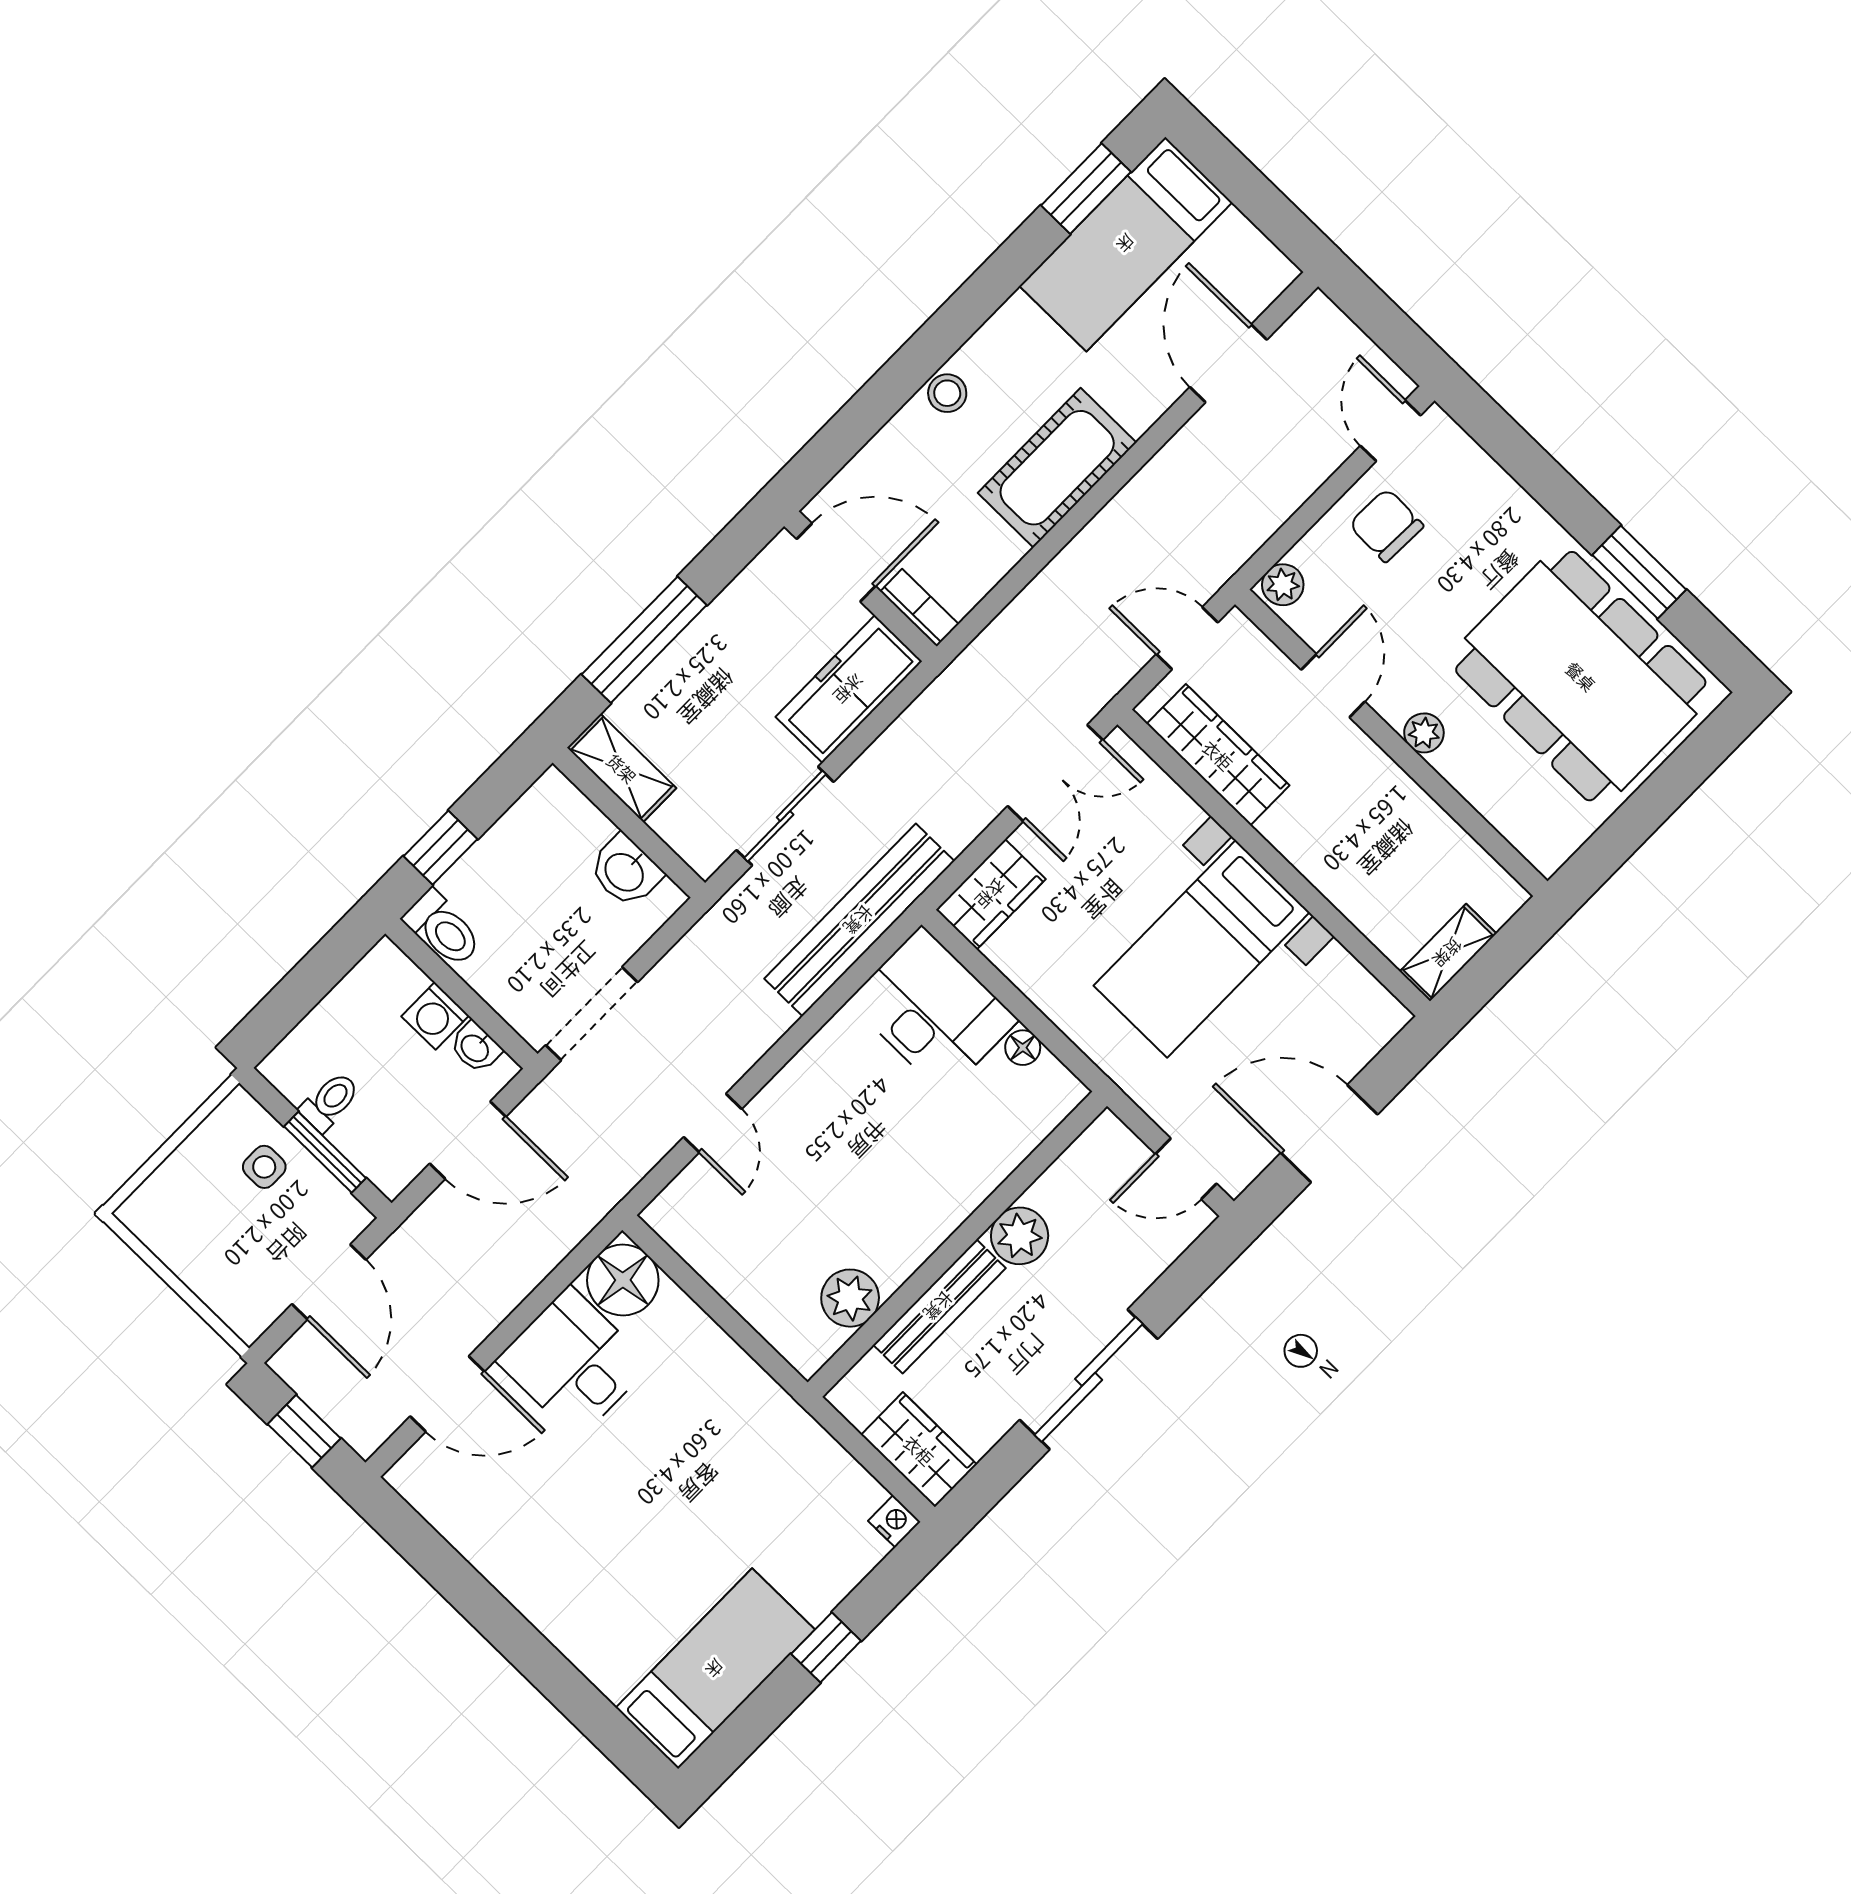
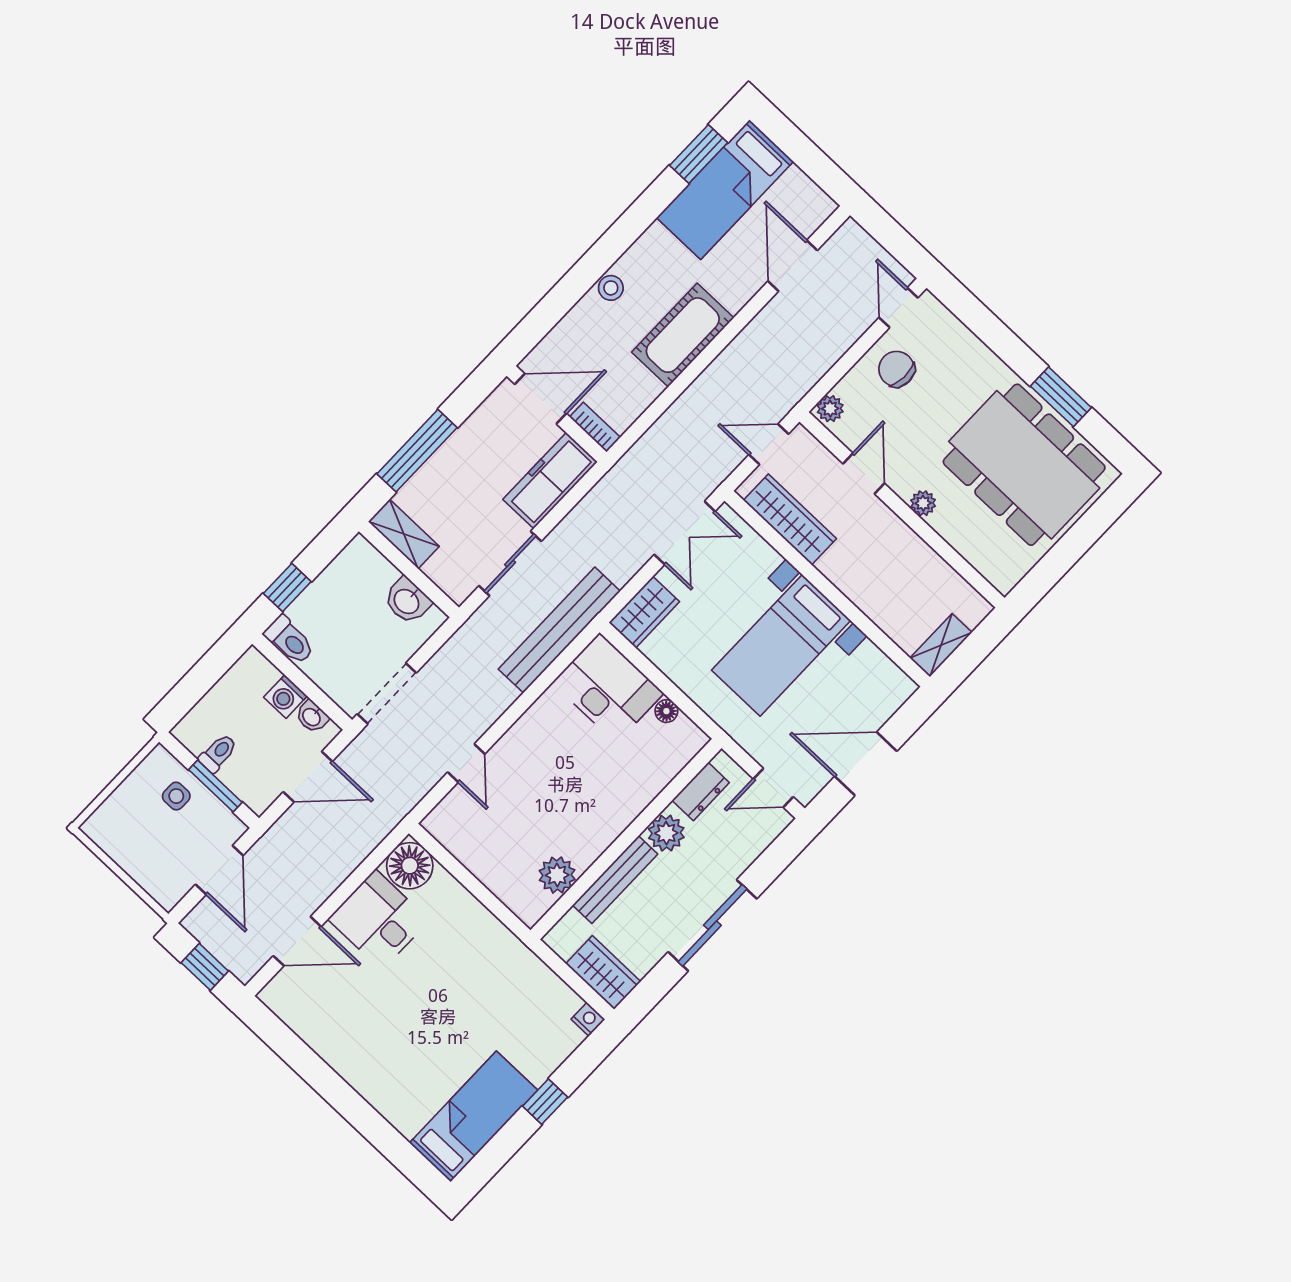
dresser: (1074, 1173) -> (701, 791), added

